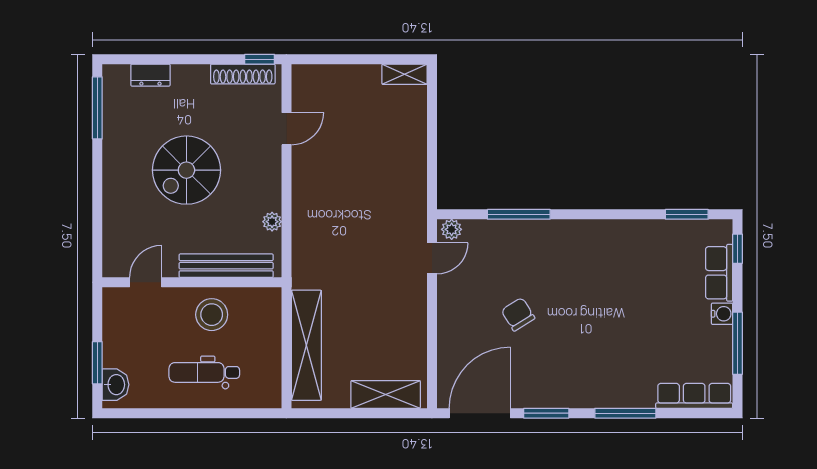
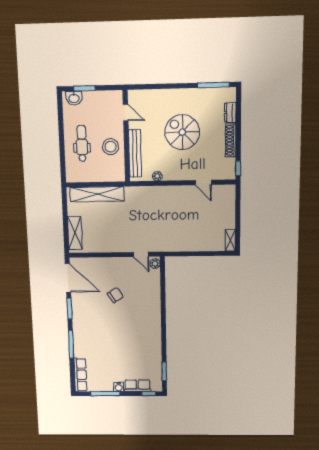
shoe rack: (243, 74) -> (231, 140), moved
window: (519, 214) -> (163, 295), removed

